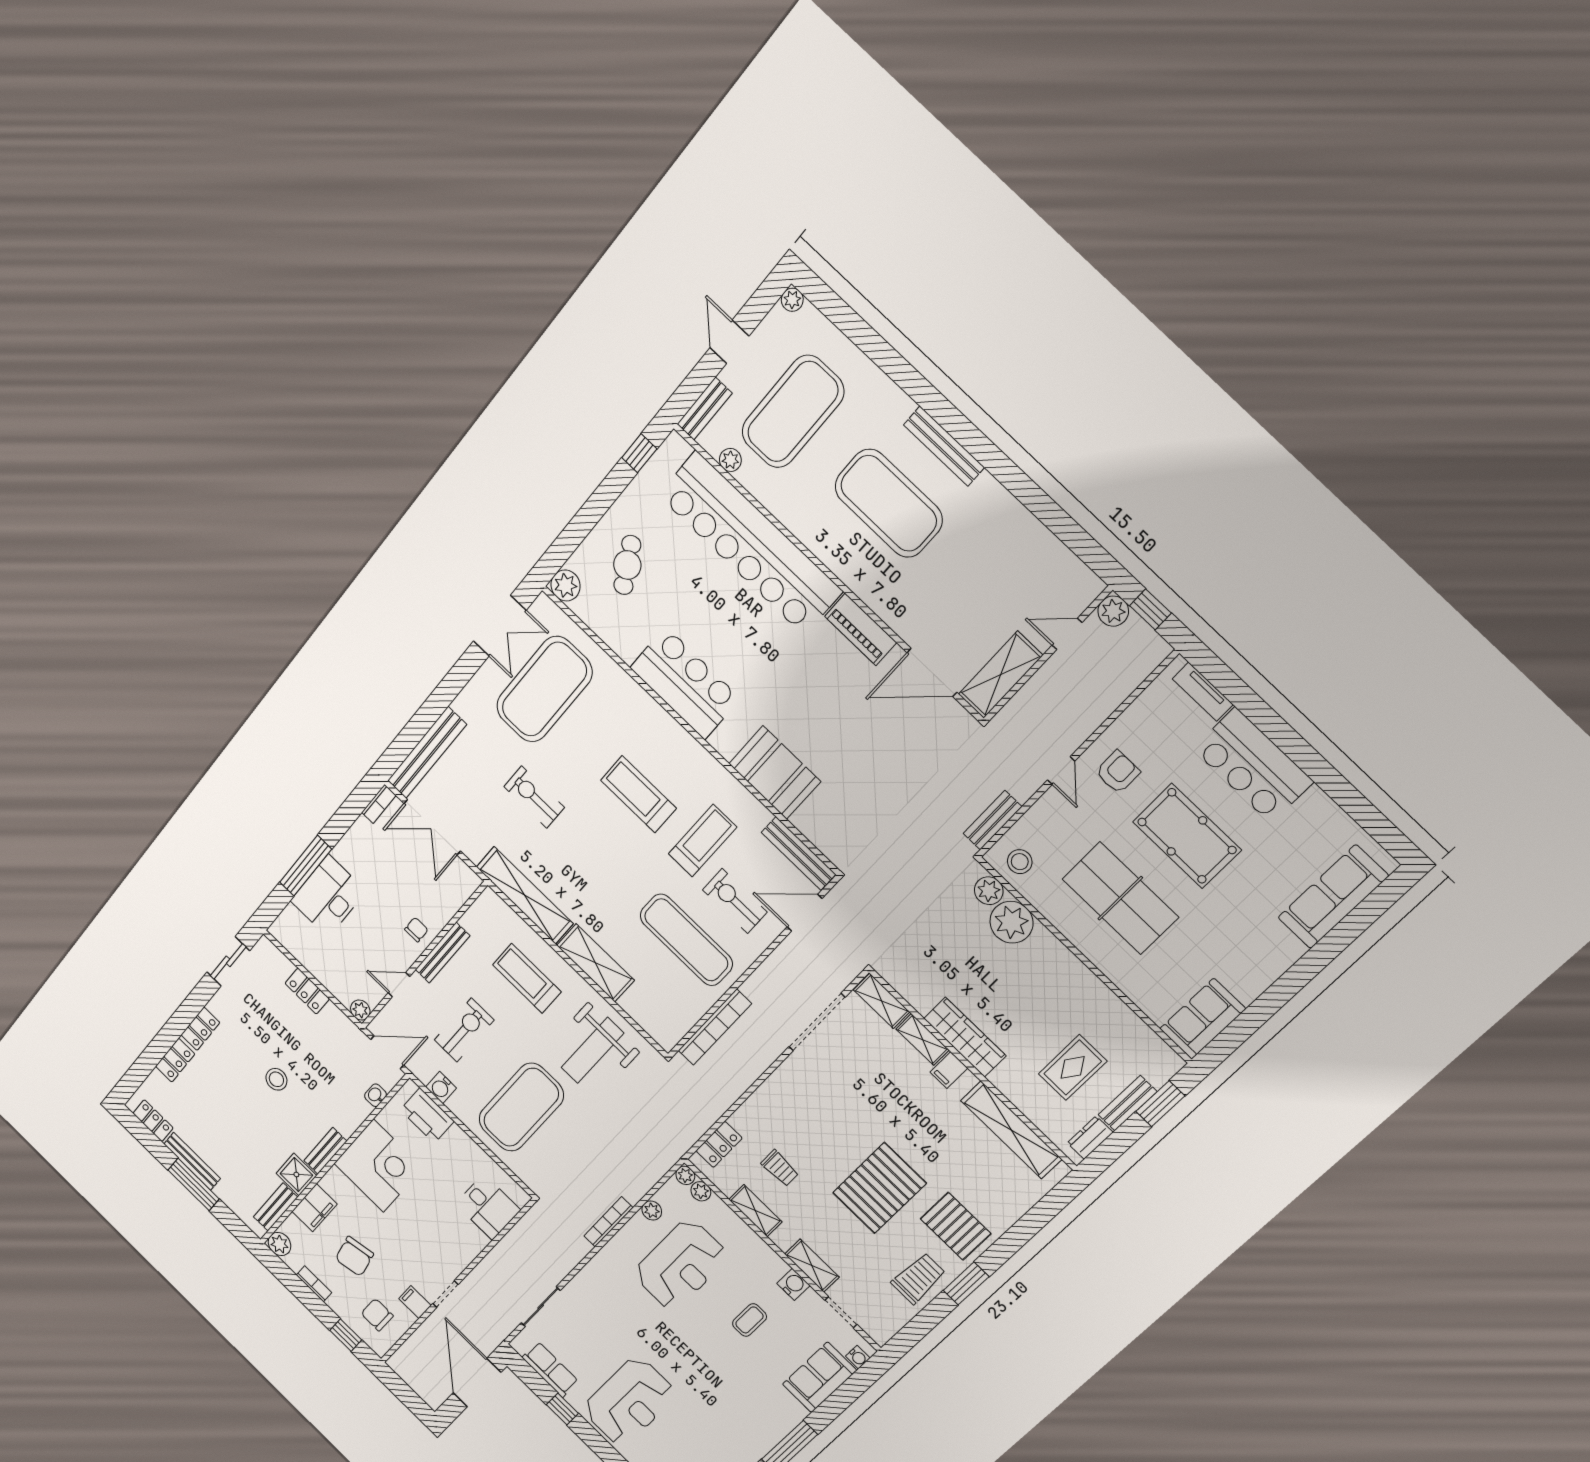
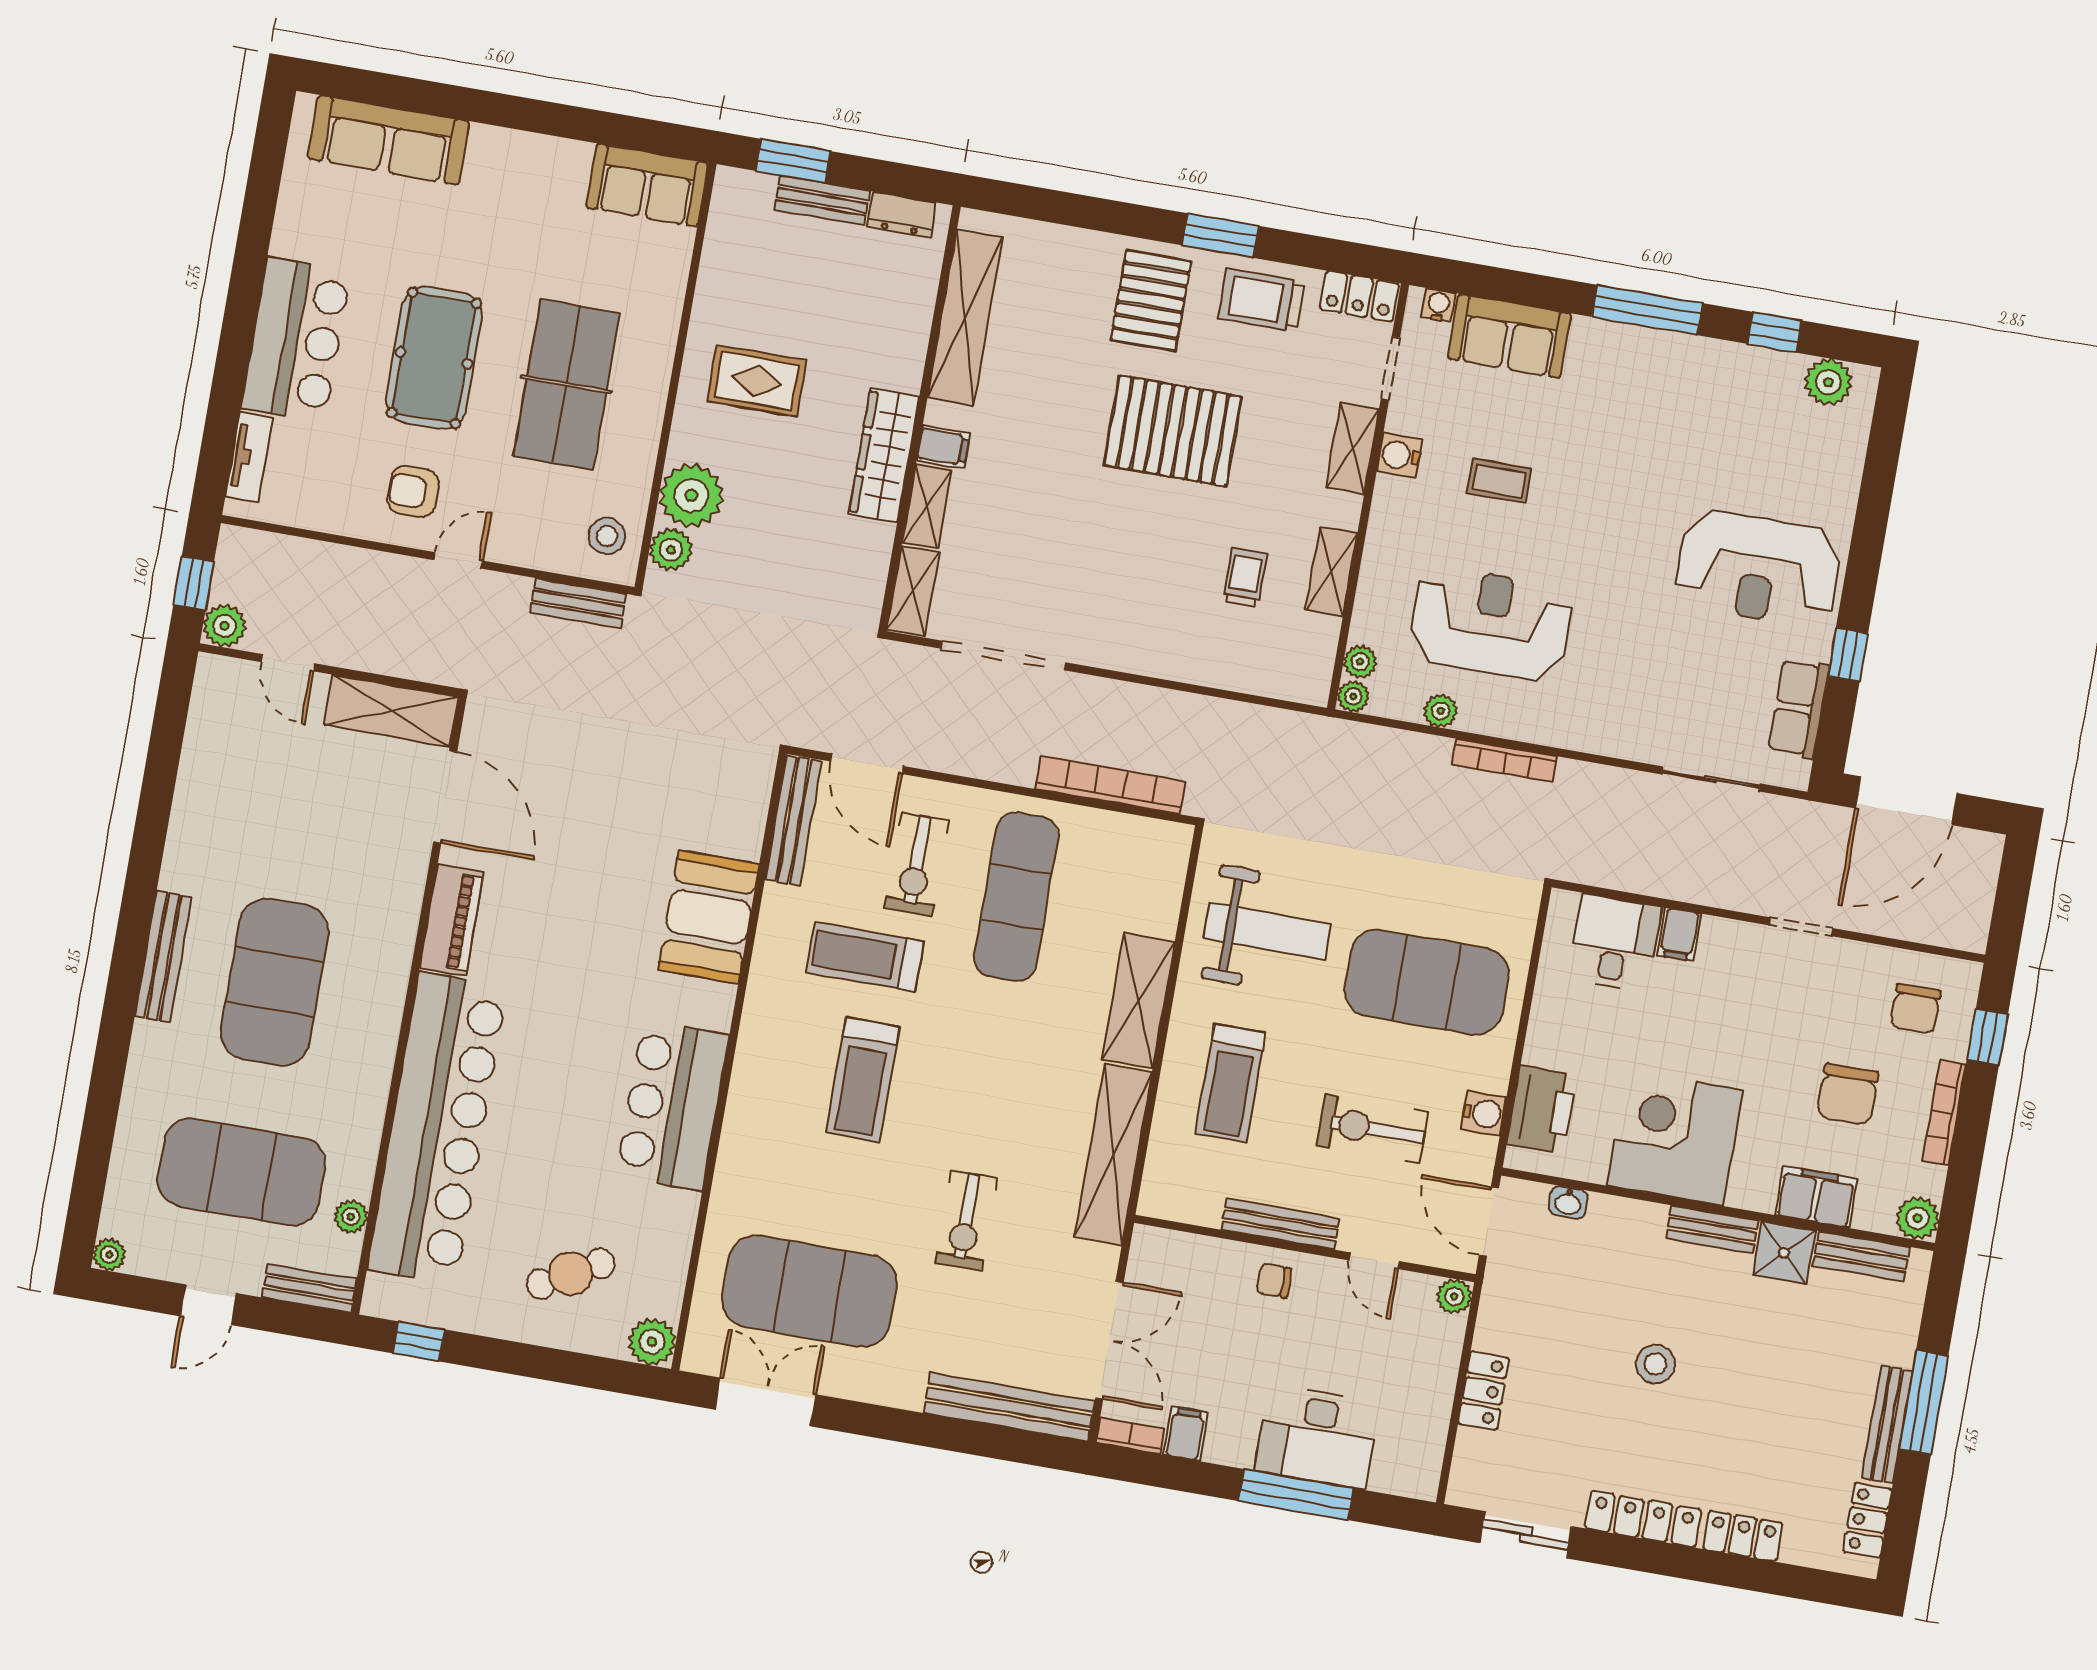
filing cabinet: (365, 832) -> (1185, 1434), added
locker: (200, 1029) -> (1643, 1519), width x1.53
rug: (1073, 1067) -> (757, 381), moved
locker: (719, 1144) -> (1359, 296), moved, turned 180
chair: (354, 1256) -> (1848, 1094), turned 101
bookcase: (314, 1284) -> (1944, 1112), width x1.56
filing cabinet: (415, 1302) -> (1679, 934), moved
reception desk: (629, 1402) -> (1758, 568), turned 180

